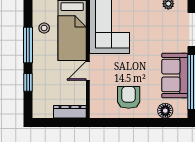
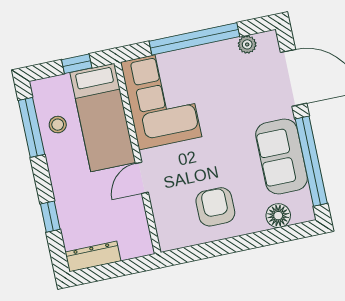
window: (28, 45) -> (31, 127), moved
dresser: (70, 112) -> (93, 256), moved

